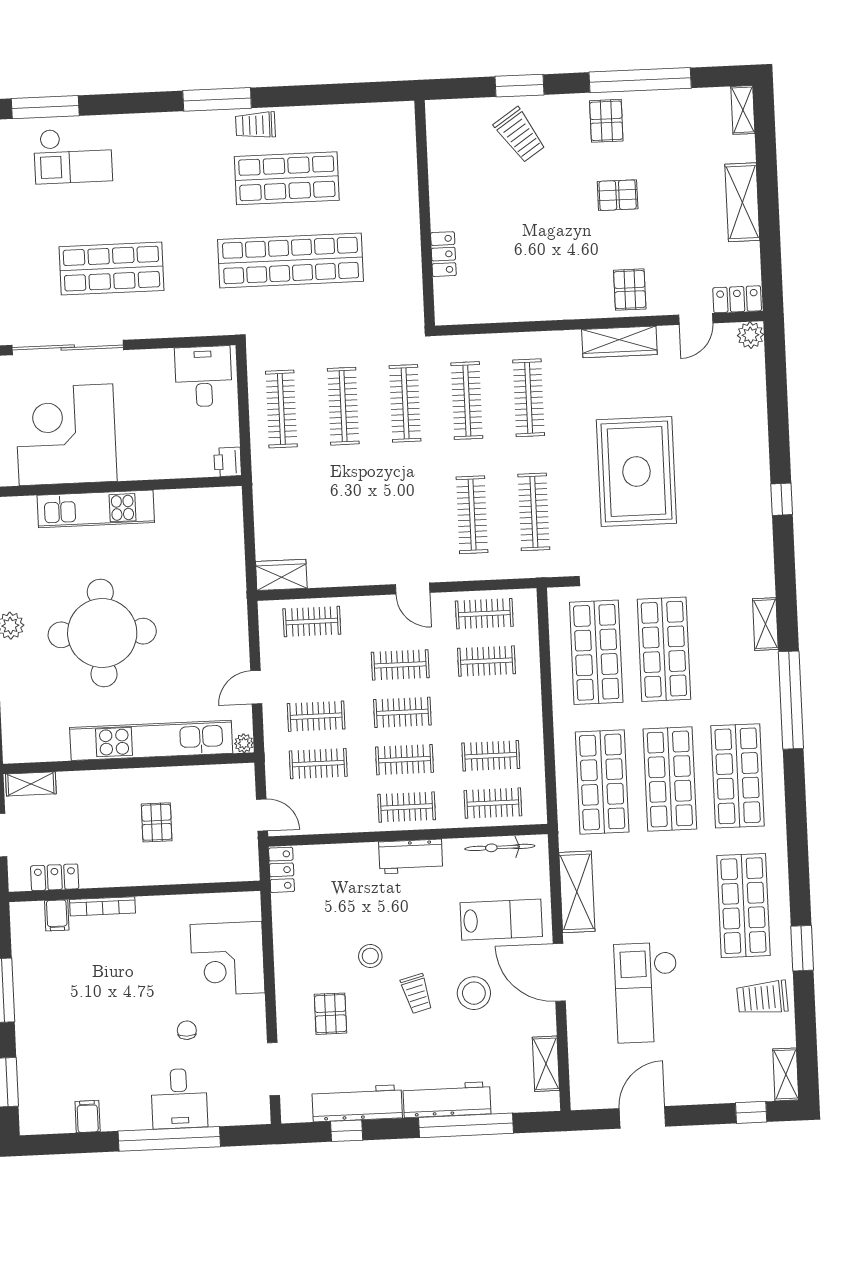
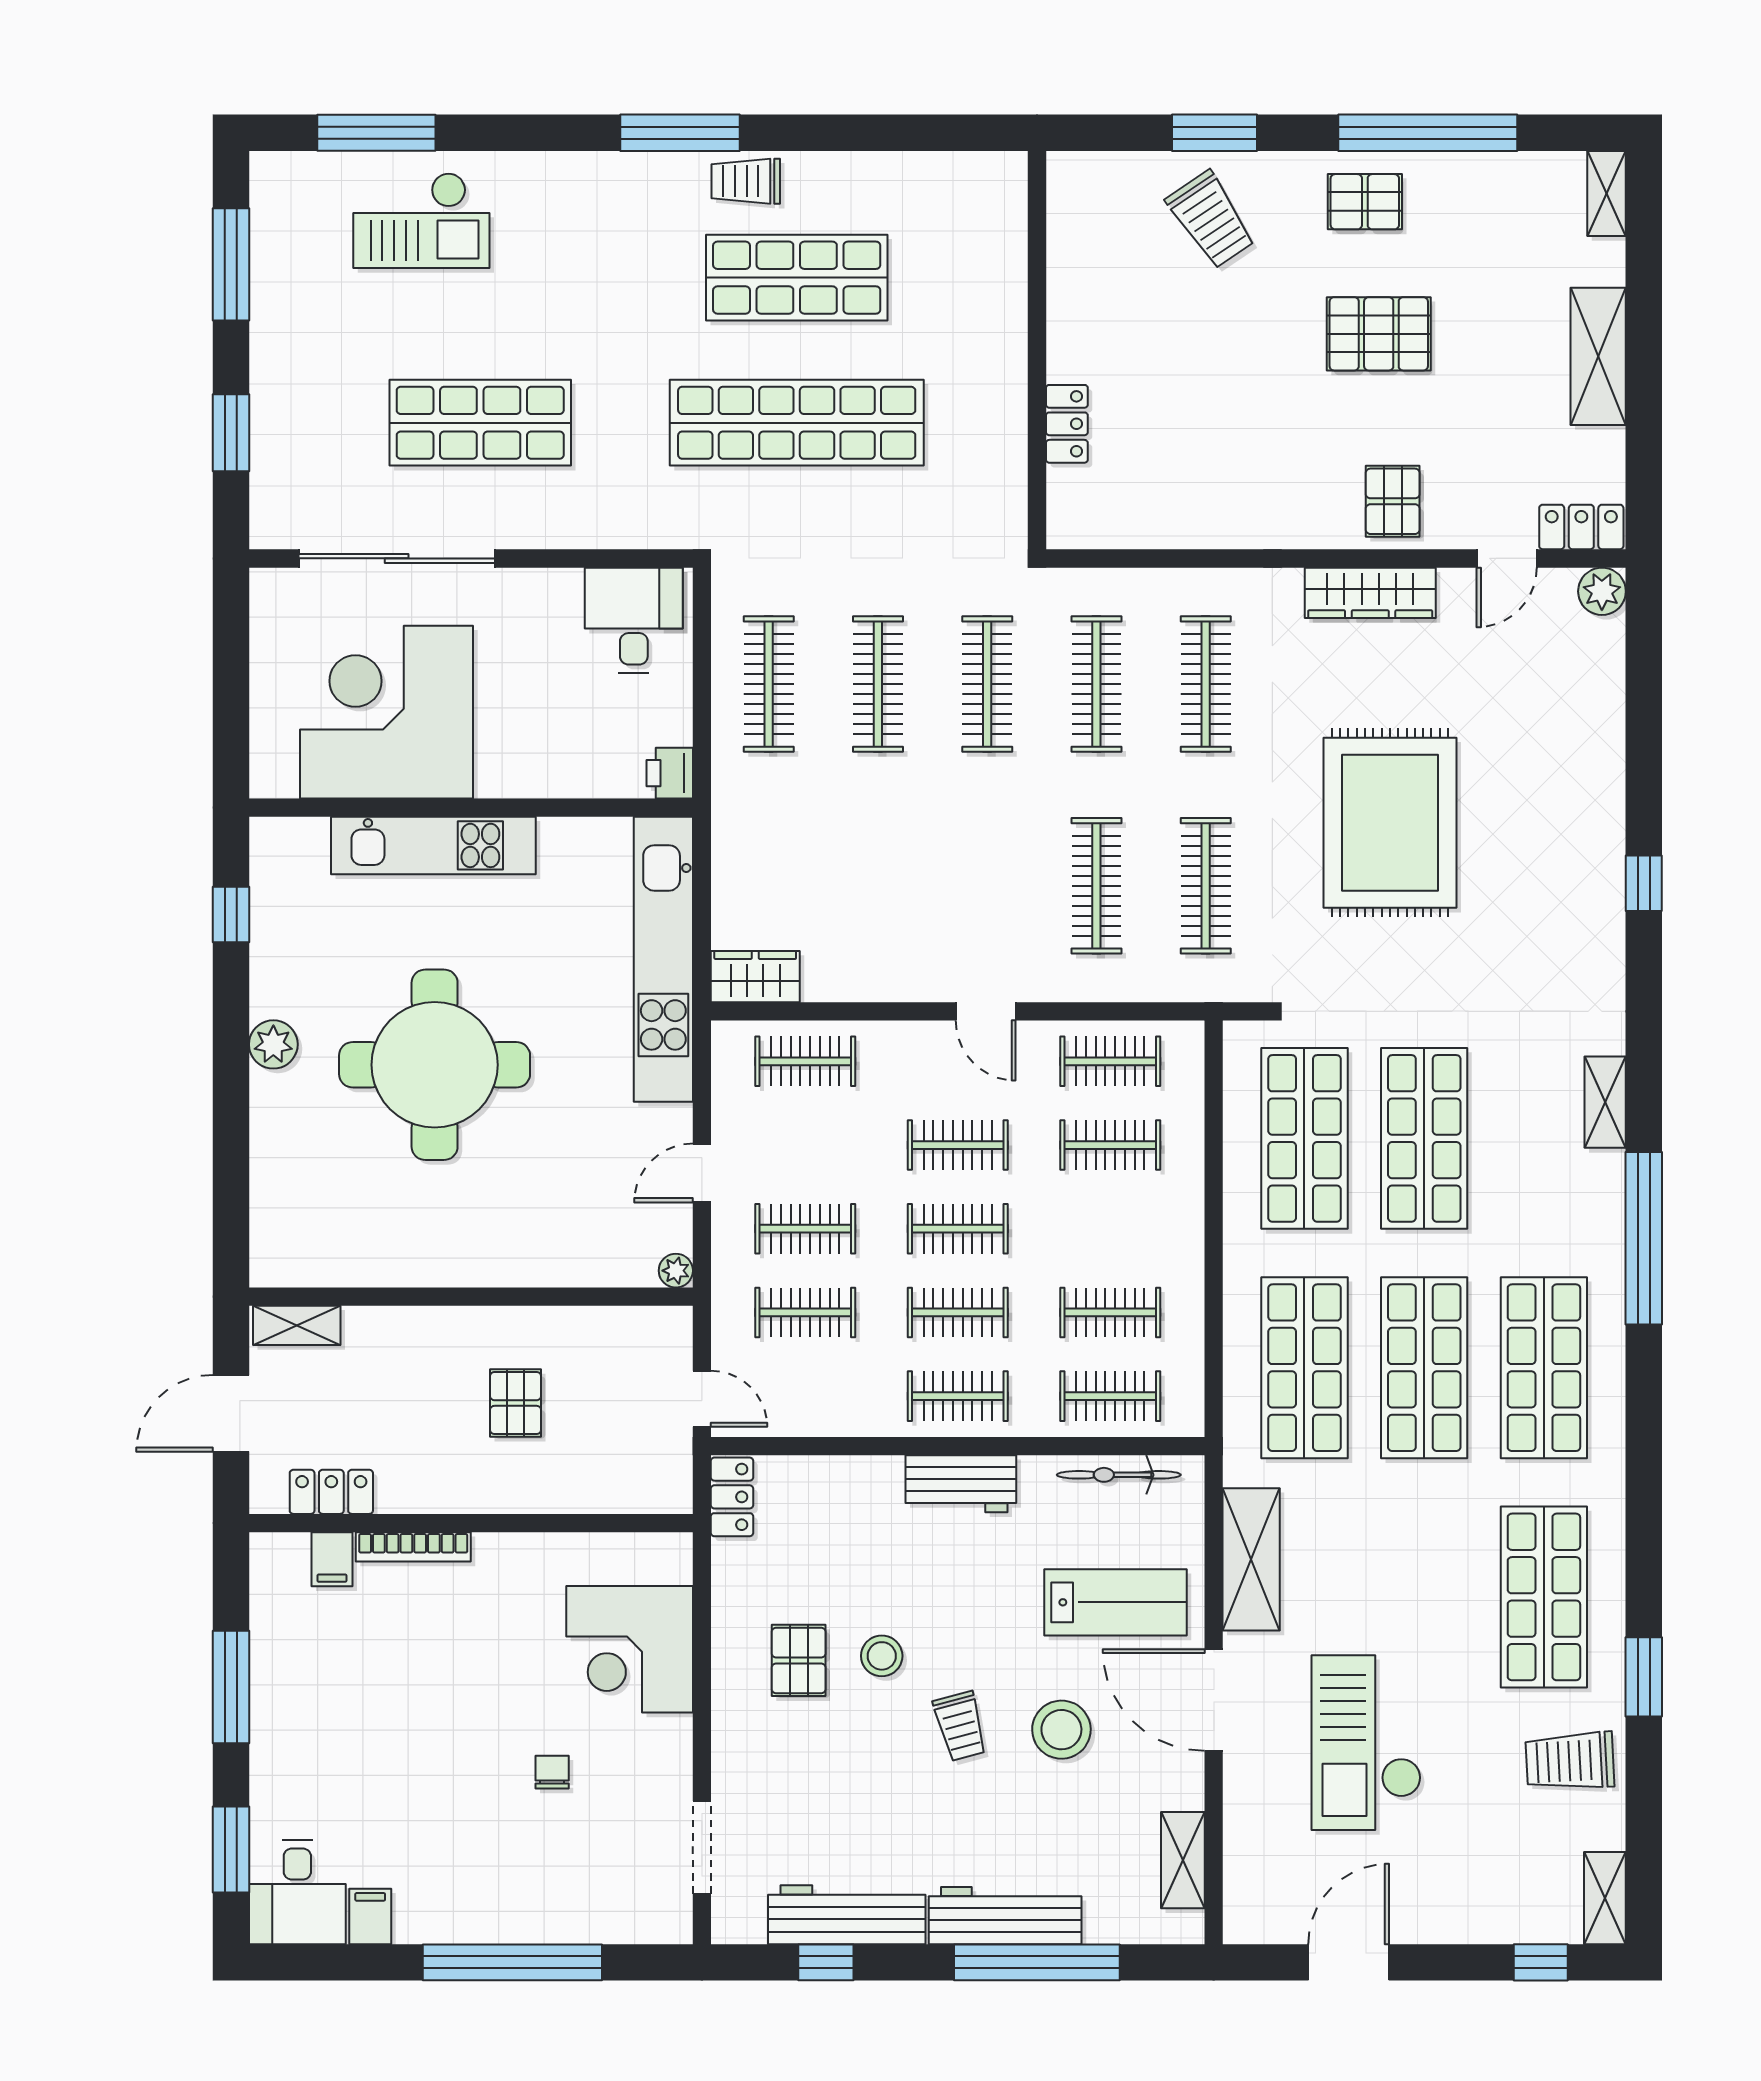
pallet: (606, 121) -> (1365, 202), turned 90
pallet: (618, 195) -> (1379, 334), width x1.50, depth x1.42
kitchen unit: (151, 740) -> (663, 959), moved, turned -90
pallet: (330, 1014) -> (799, 1660), moved
desk: (179, 1099) -> (297, 1892), moved

